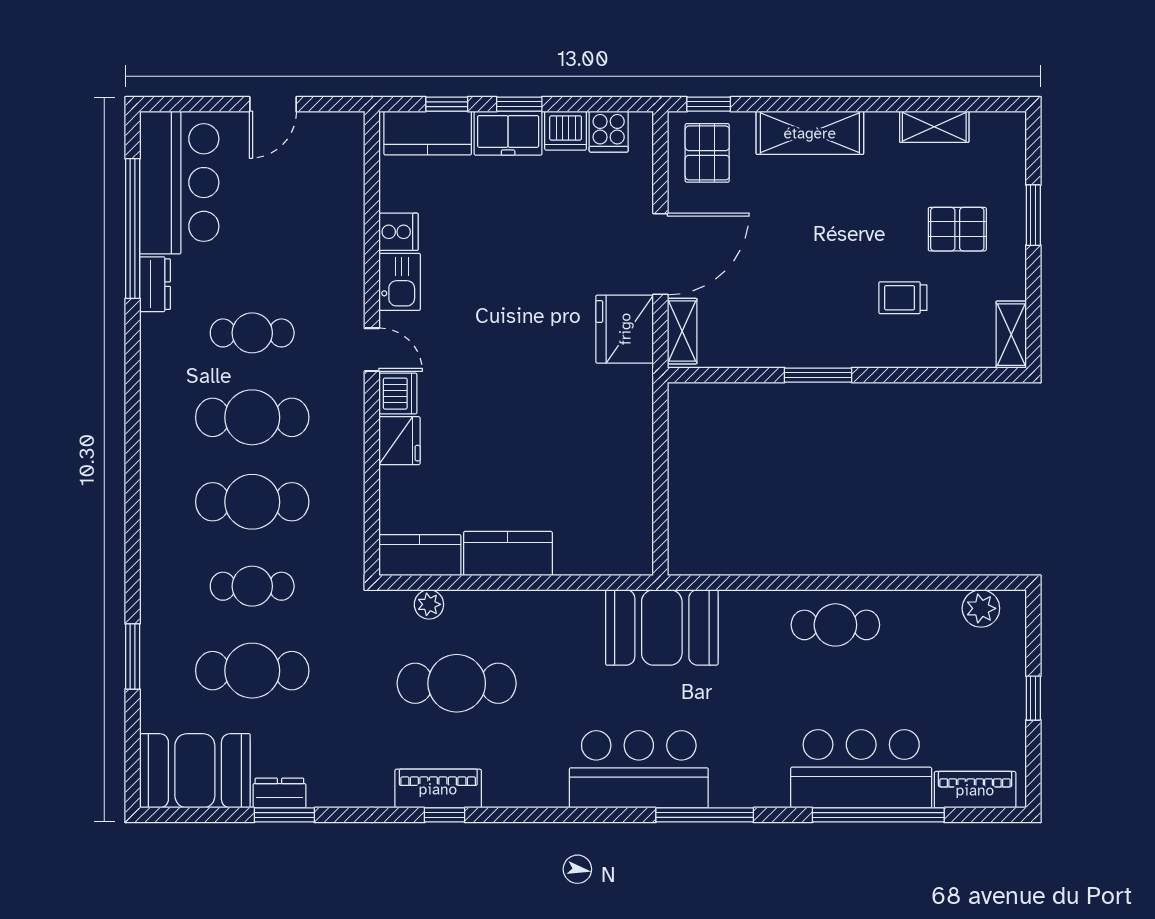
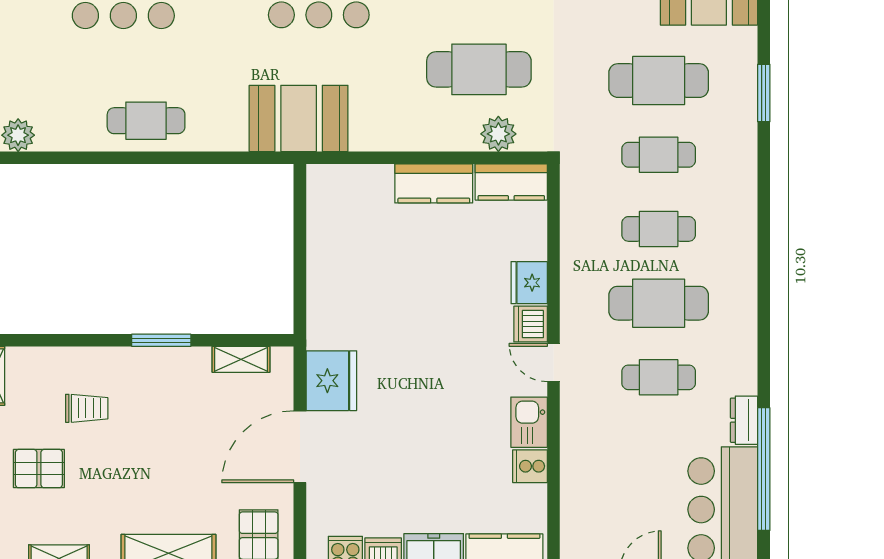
shelving: (682, 331) -> (241, 359), moved, turned 90
cafe table: (252, 502) -> (659, 229), width x0.73, depth x0.74
plant: (429, 604) -> (498, 134), width x1.38, depth x1.38

